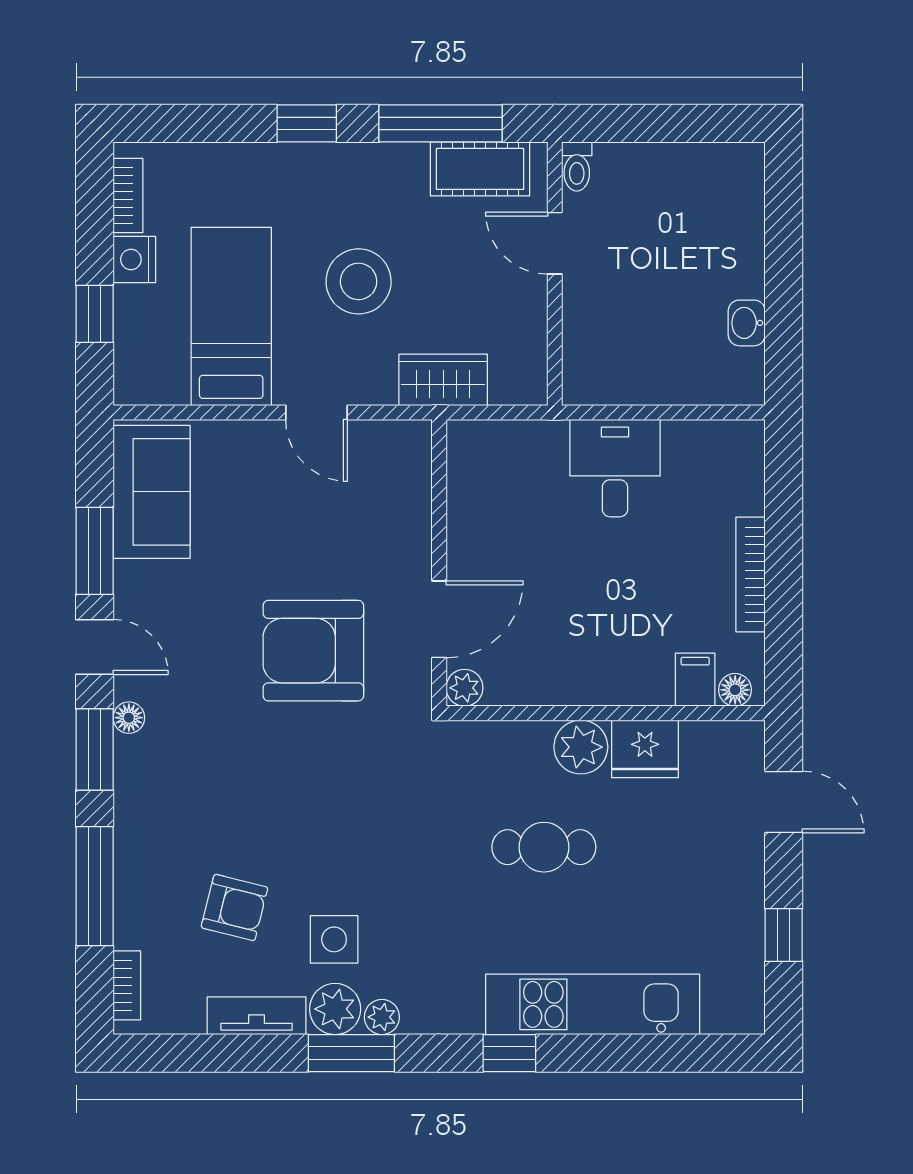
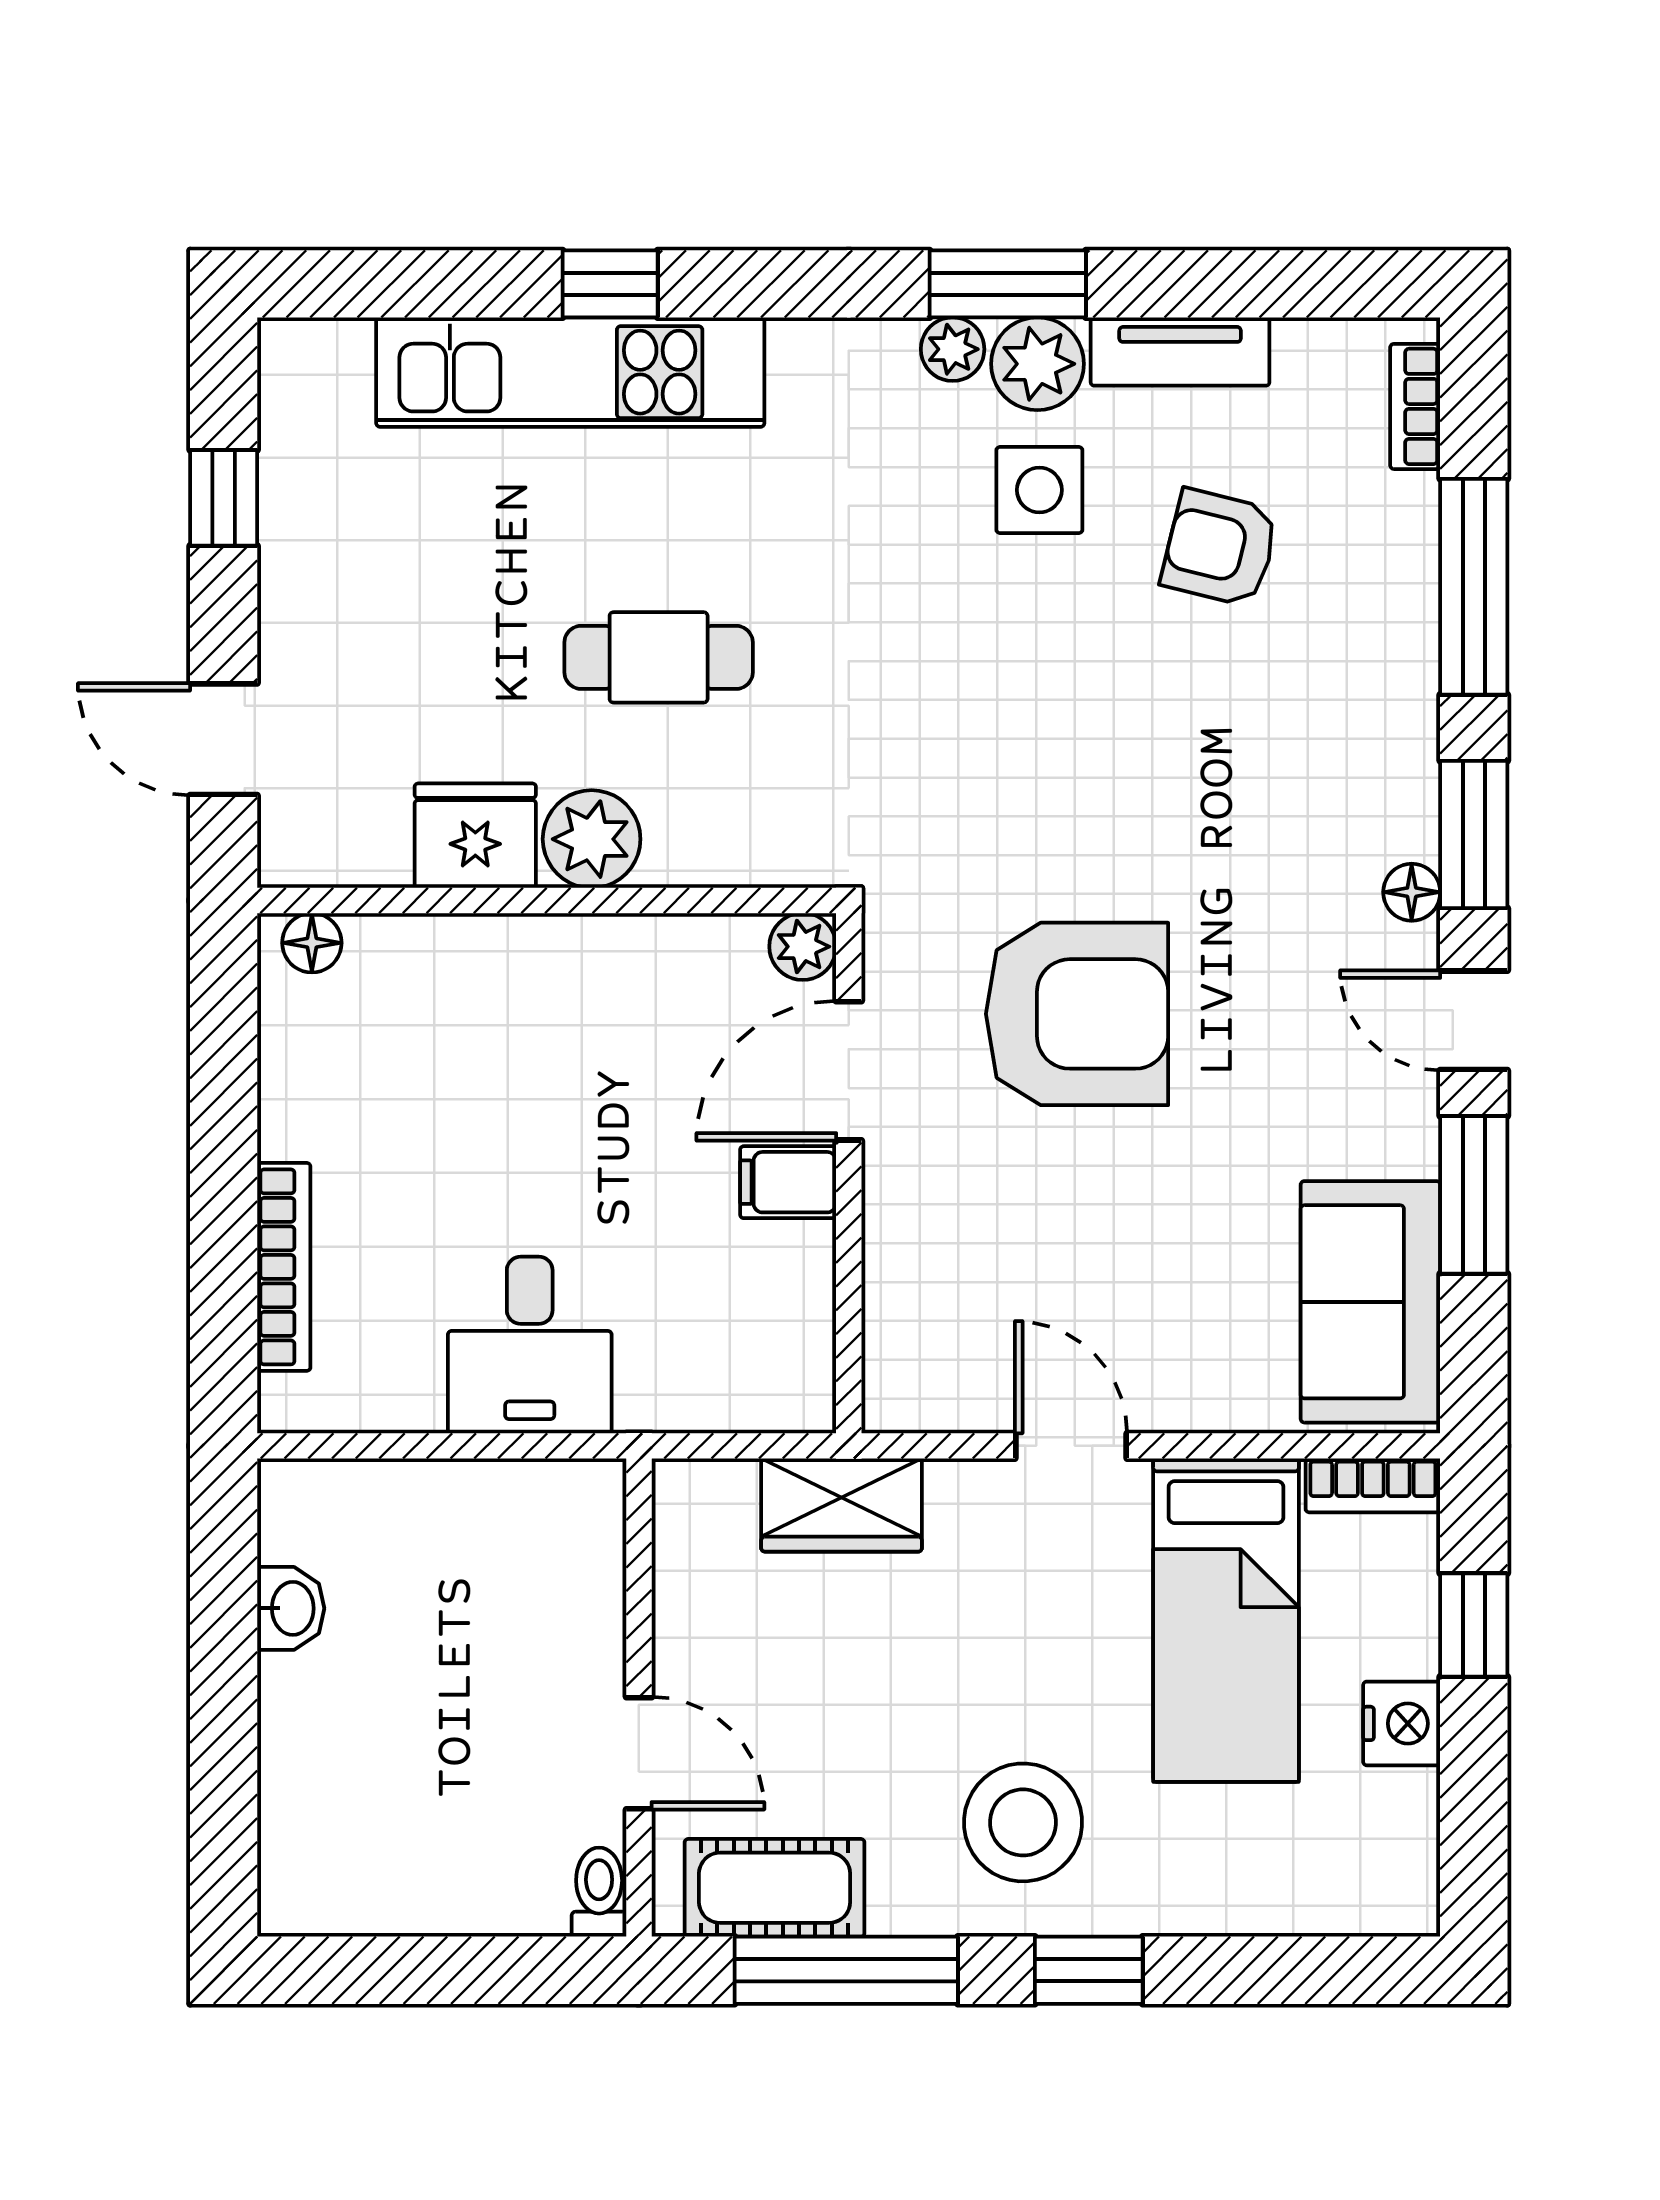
bookcase: (128, 196) -> (1373, 1485), moved, turned -90
stool: (359, 281) -> (1023, 1822), moved
bookcase: (751, 574) -> (284, 1267), moved
filing cabinet: (695, 680) -> (788, 1182), moved, turned 90
window: (509, 1053) -> (610, 284), moved

